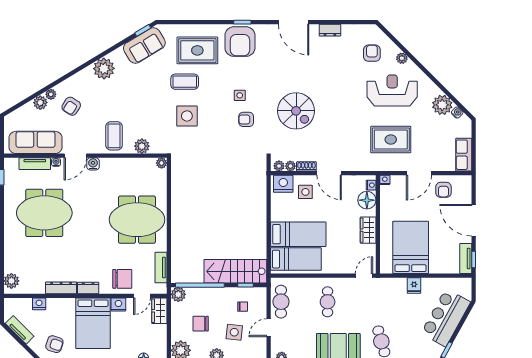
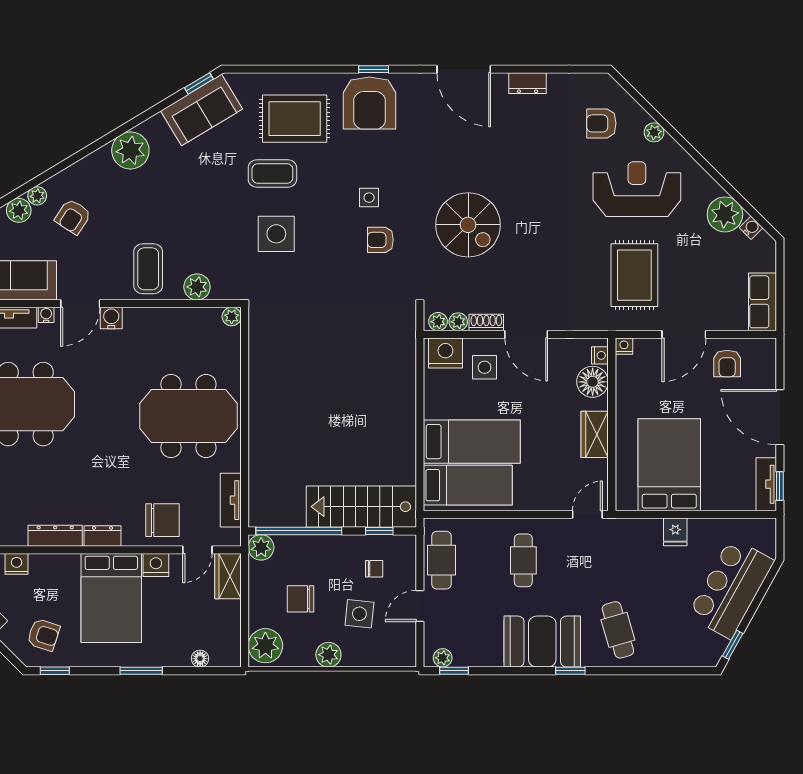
armchair: (372, 53) -> (601, 123), turned -90
rug: (391, 140) -> (634, 275), turned 90

